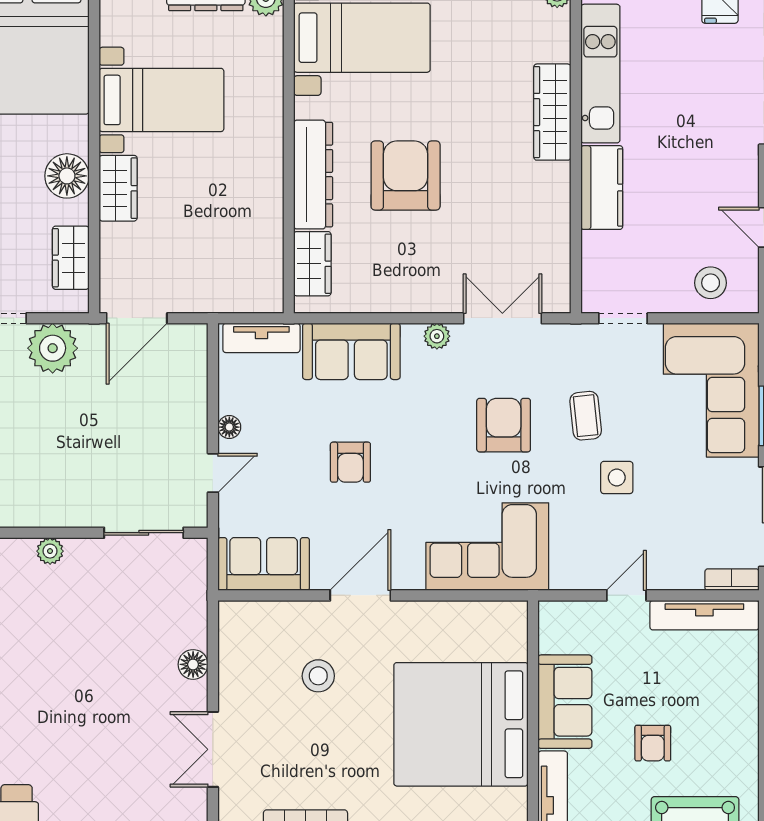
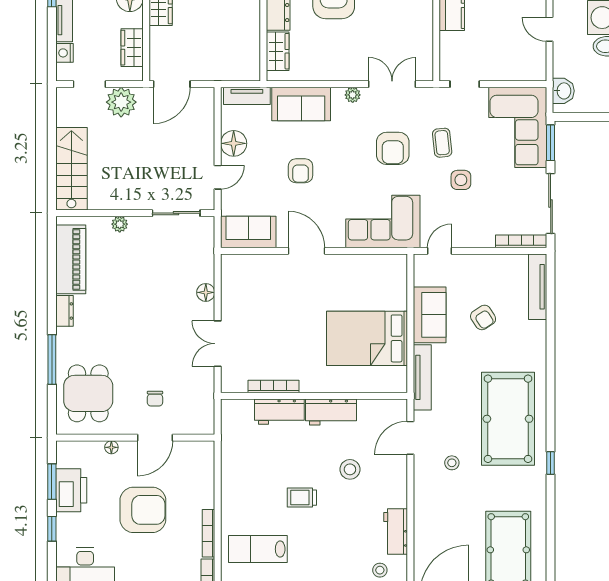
stool: (711, 283) -> (517, 63), removed
armchair: (504, 425) -> (393, 148), turned 180
floor lamp: (229, 427) -> (234, 143), width x1.89, depth x1.89
bookcase: (732, 580) -> (521, 241), width x1.56
door: (360, 595) -> (307, 251), hinge flipped
door: (626, 595) -> (439, 251), moved
tv unit: (704, 615) -> (538, 287), moved, turned 90
stool: (318, 676) -> (281, 299), removed
bed: (461, 724) -> (367, 338), width x0.73
armchair: (653, 743) -> (483, 317), moved, turned -33

